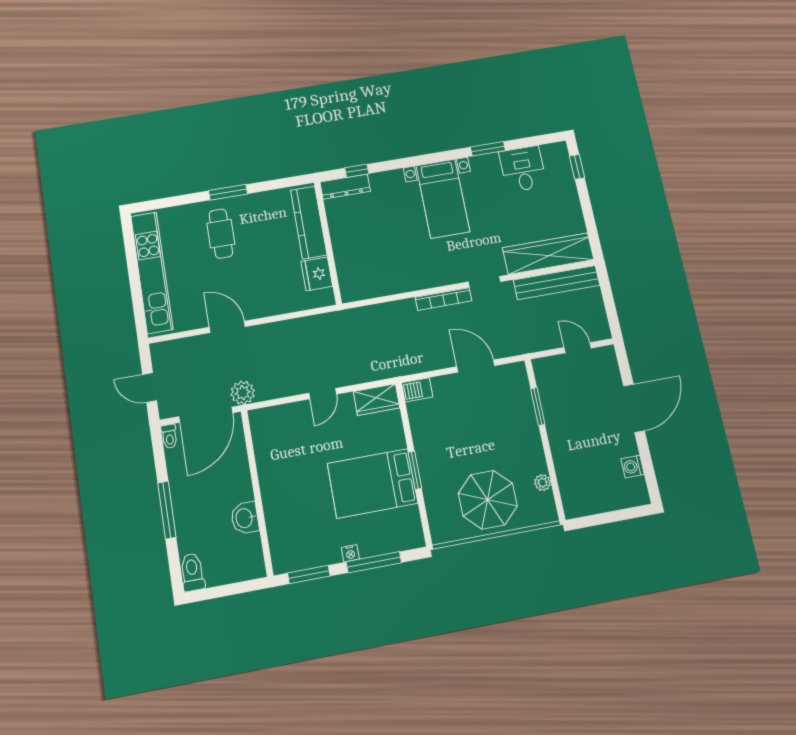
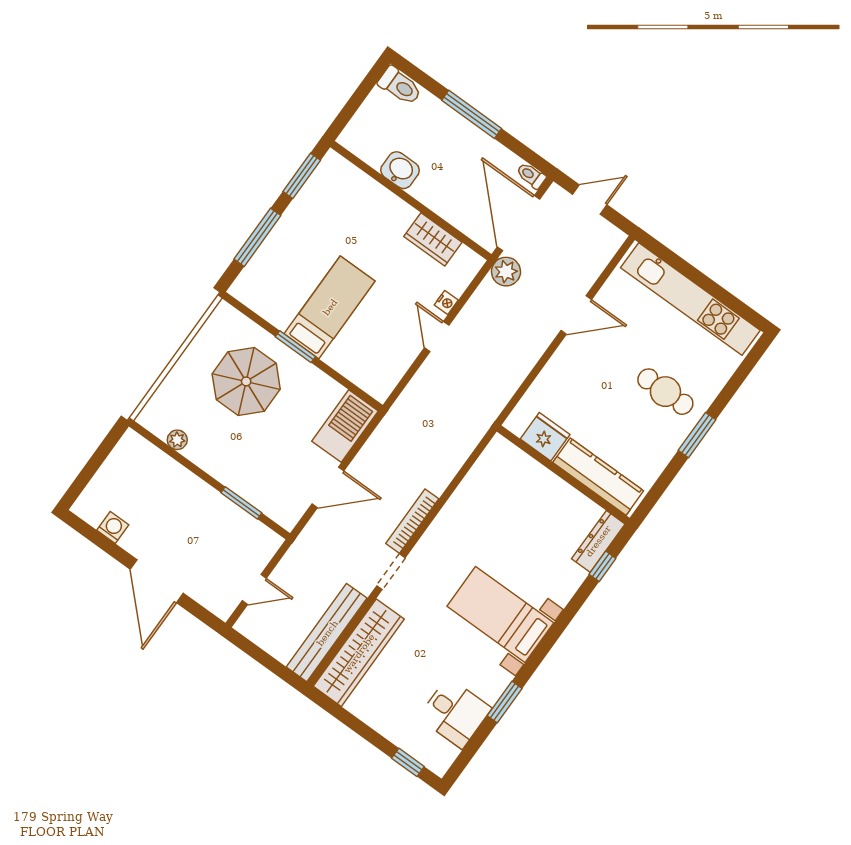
barbecue: (417, 390) -> (345, 426), width x1.88, depth x1.53
wardrobe: (377, 400) -> (433, 239), moved, turned -90
bed: (372, 483) -> (330, 307), width x0.67
parasol: (488, 500) -> (246, 381), moved
nightstand: (350, 553) -> (446, 302), moved, turned 180

